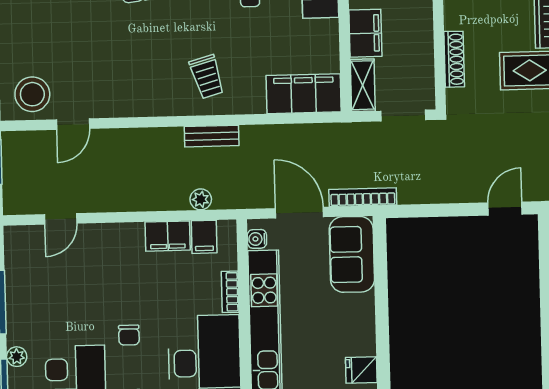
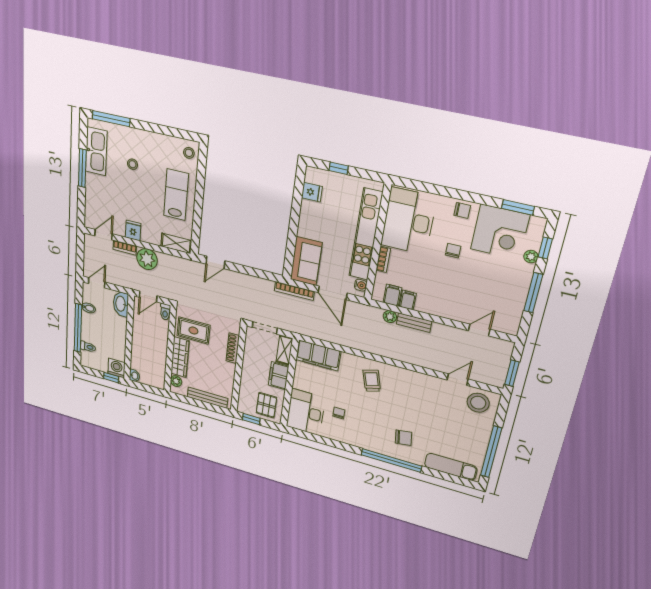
bench: (212, 136) -> (414, 323), moved
filing cabinet: (168, 236) -> (408, 300), width x0.50

